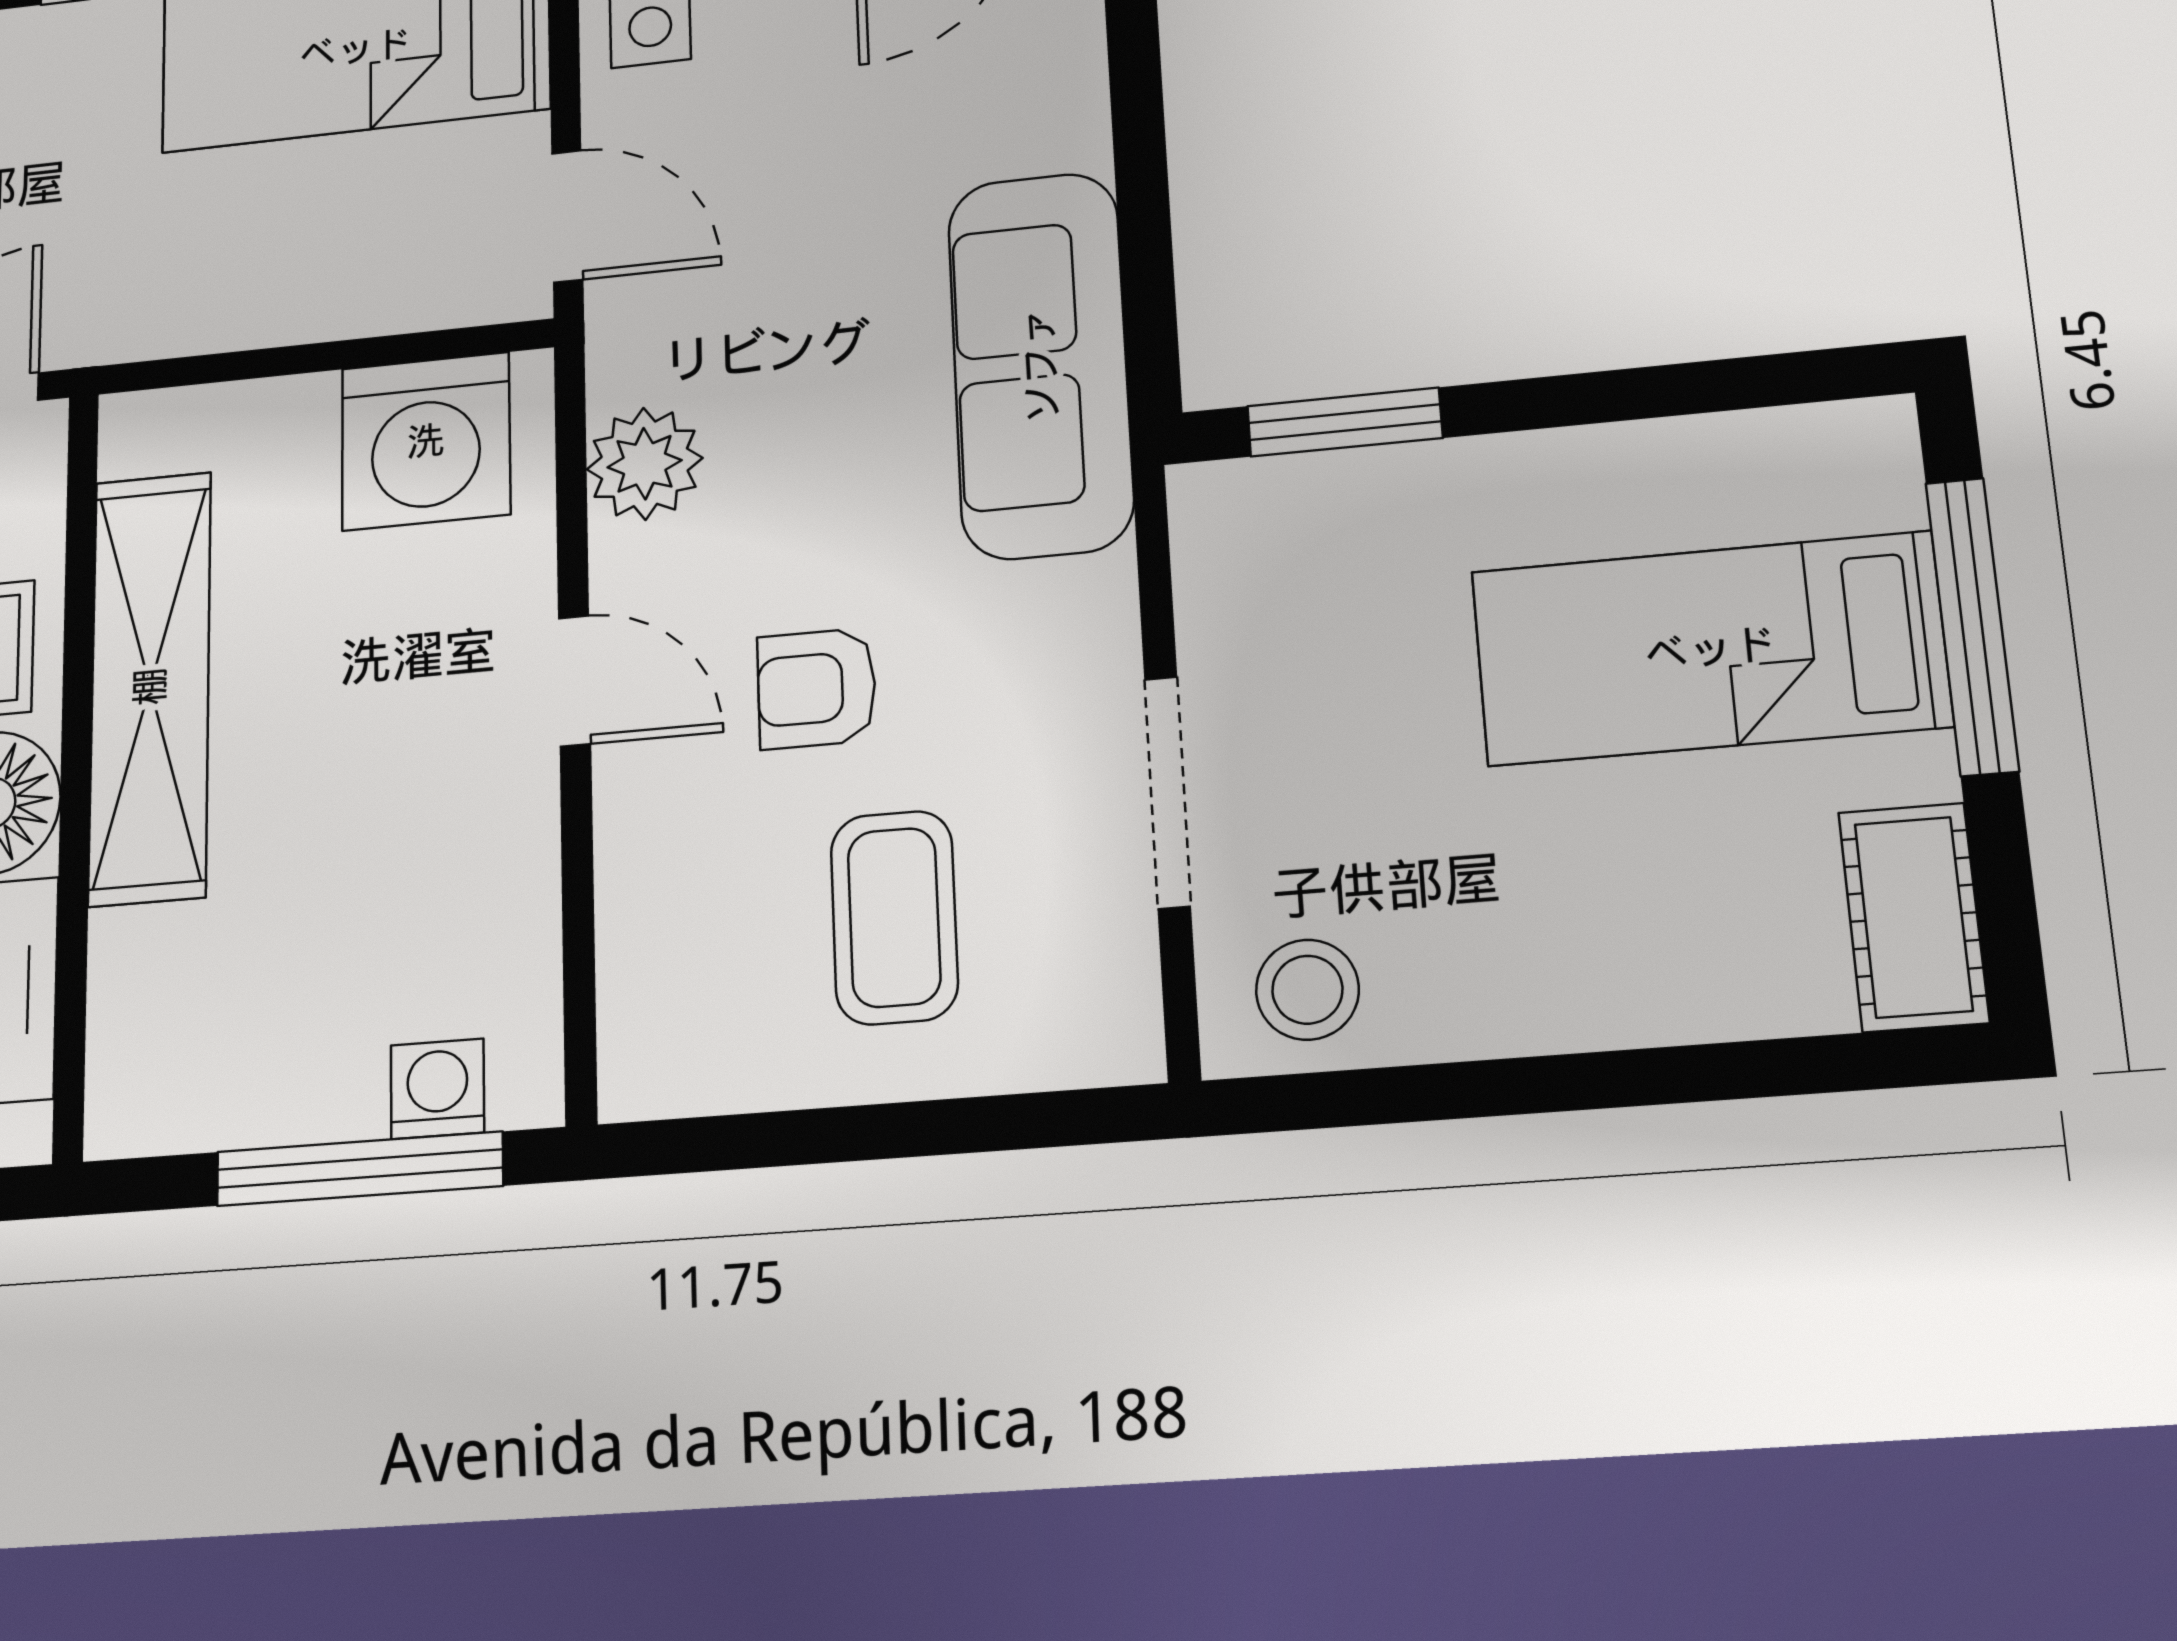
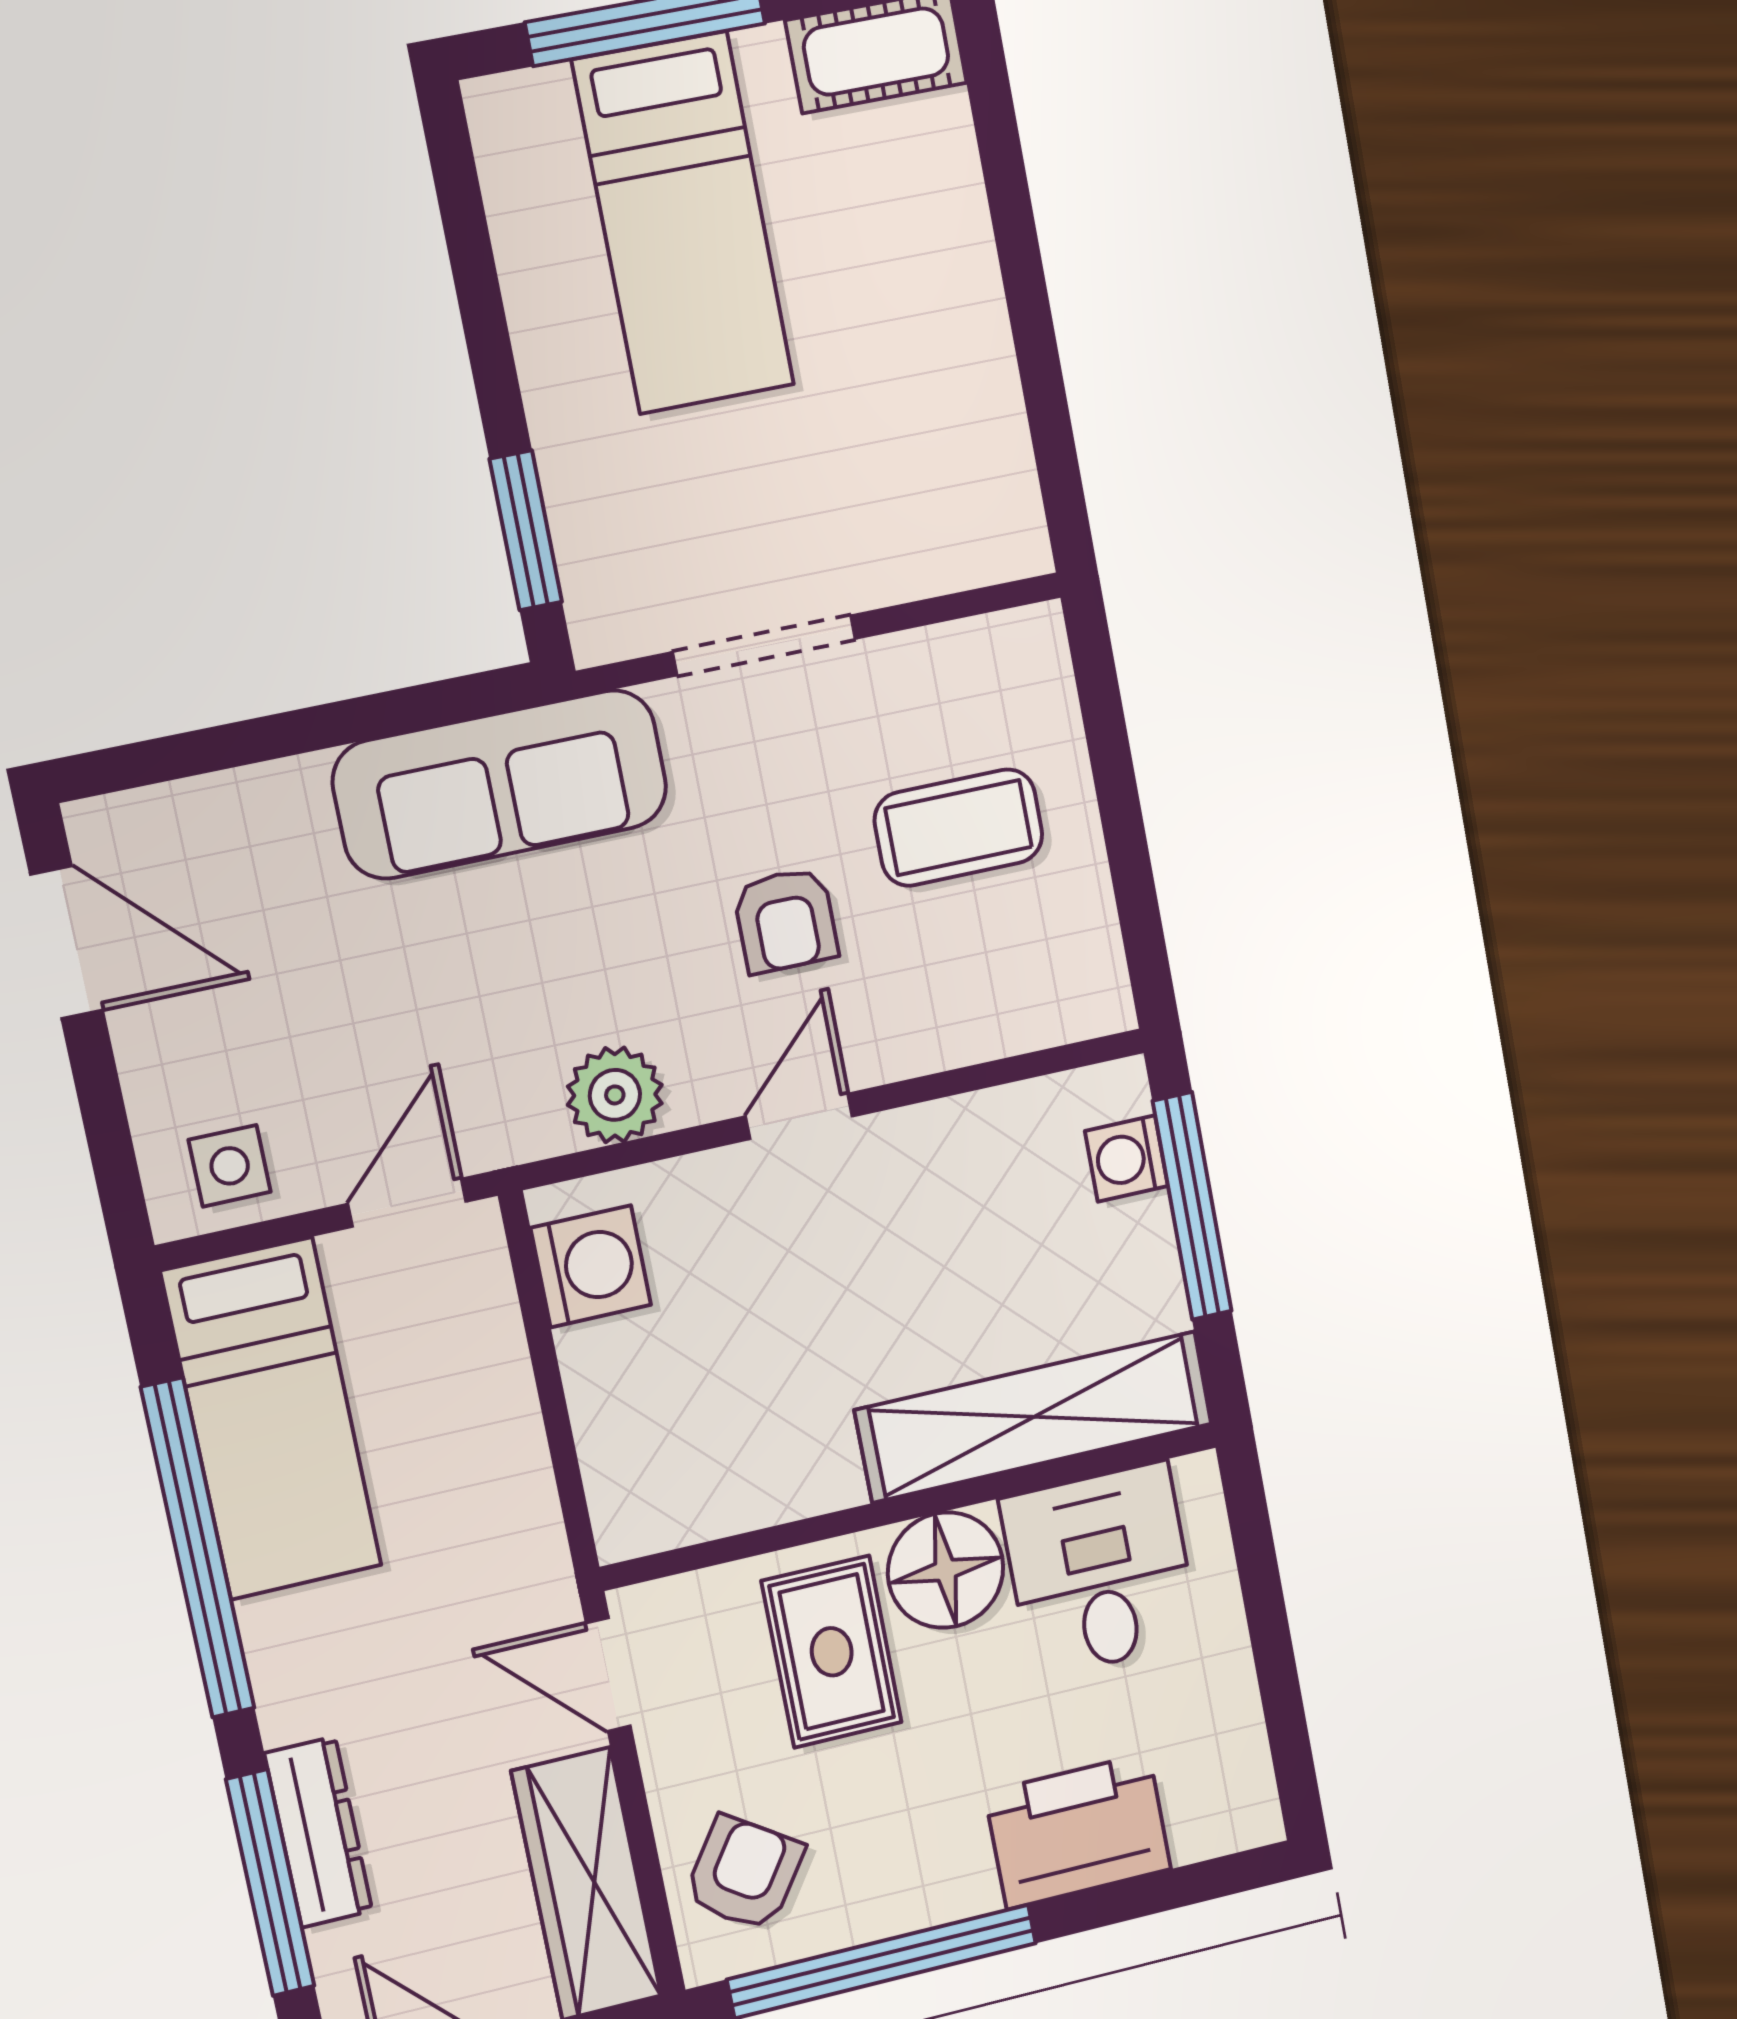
washing machine: (426, 441) -> (591, 1266), width x0.73, depth x0.73
shelving: (150, 687) -> (1034, 1417), moved
doorway: (1167, 792) -> (764, 645), moved
stool: (1307, 990) -> (979, 502), removed

